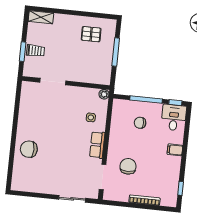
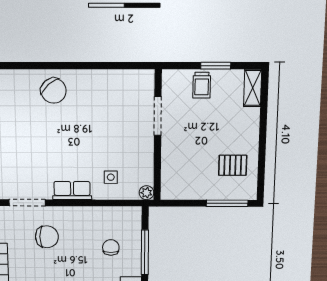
pallet: (91, 34) -> (233, 165), turned 90
window: (23, 52) -> (216, 66), moved
window: (116, 52) -> (227, 203), moved
chair: (29, 149) -> (54, 91), turned 139

